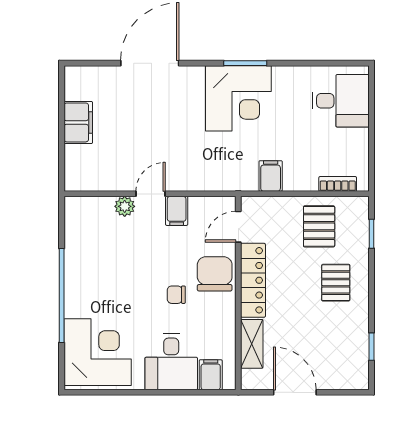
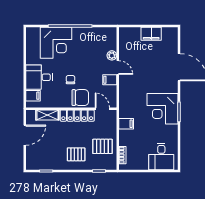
corner desk: (98, 352) -> (56, 43), moved

